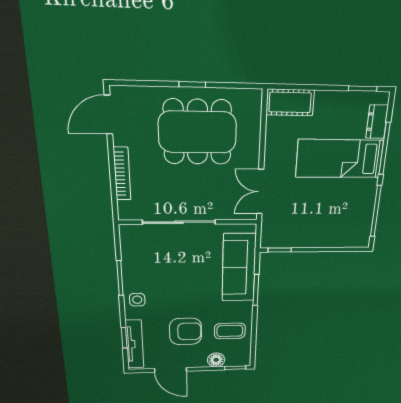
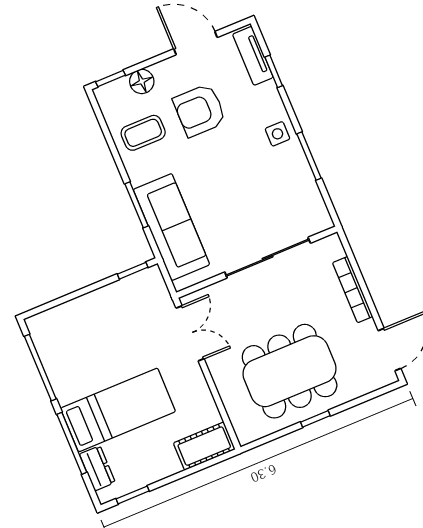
tv unit: (134, 344) -> (253, 56), width x0.71

